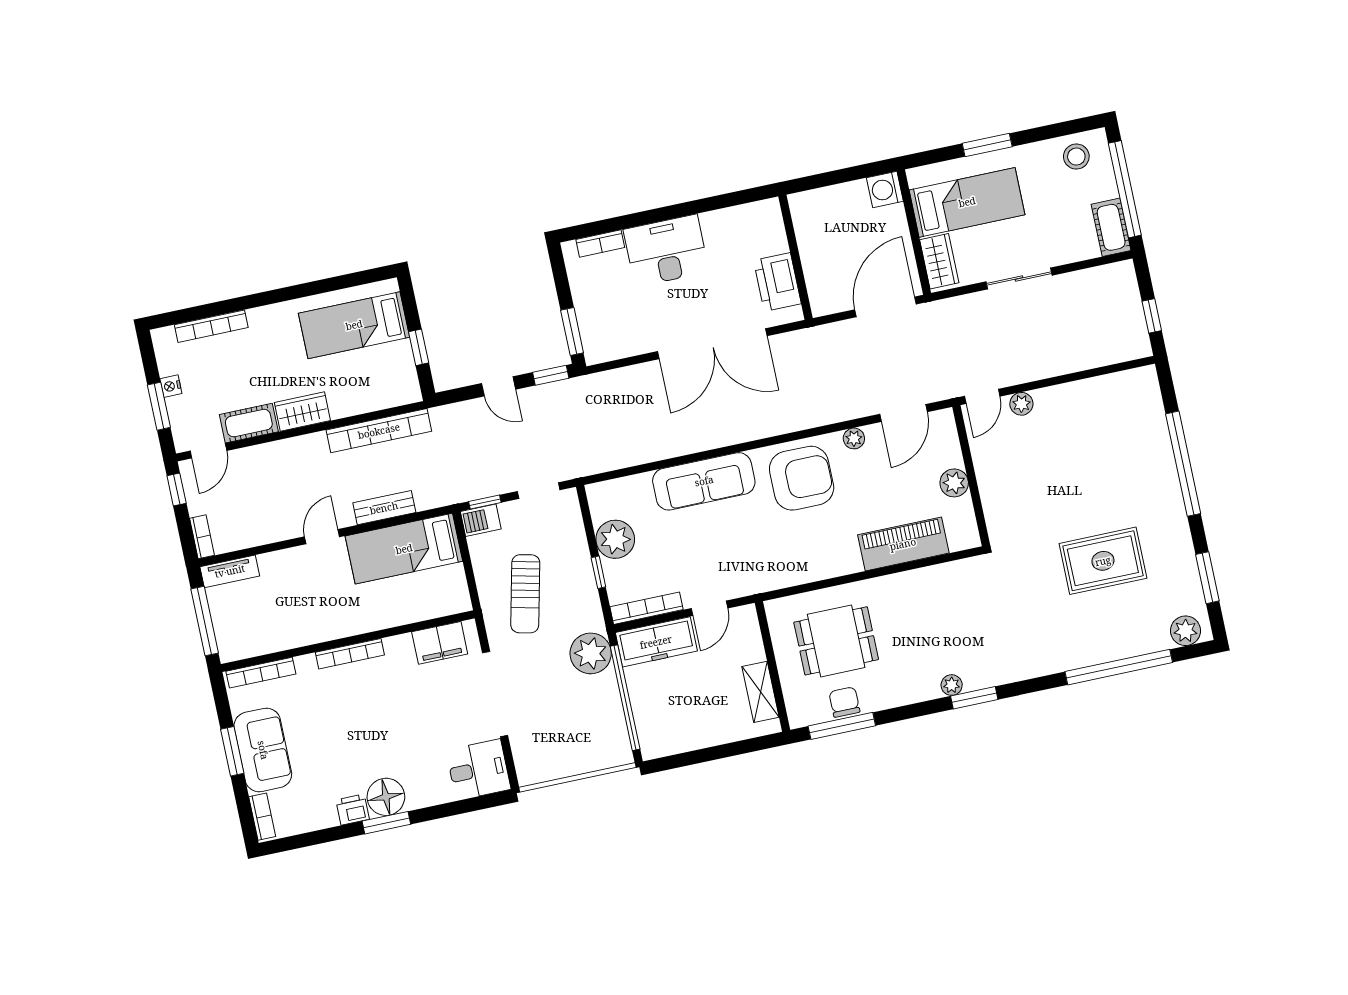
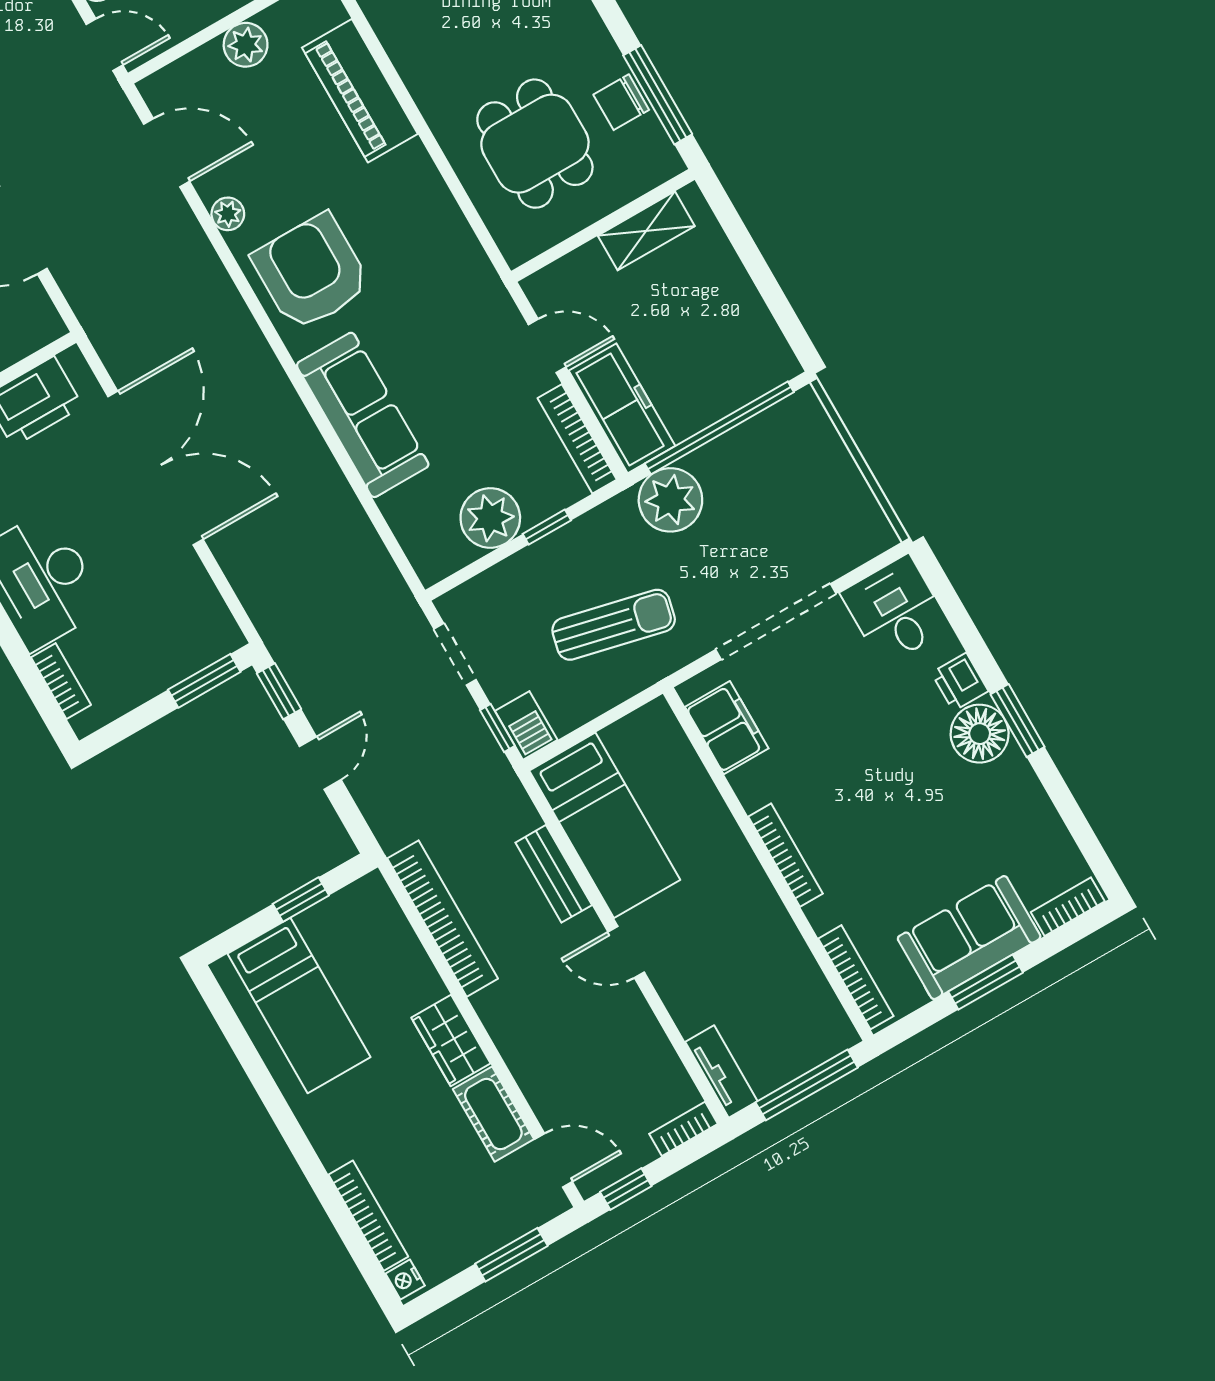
nightstand: (171, 386) -> (405, 1280), moved, turned 90
printer: (353, 810) -> (960, 682), moved

